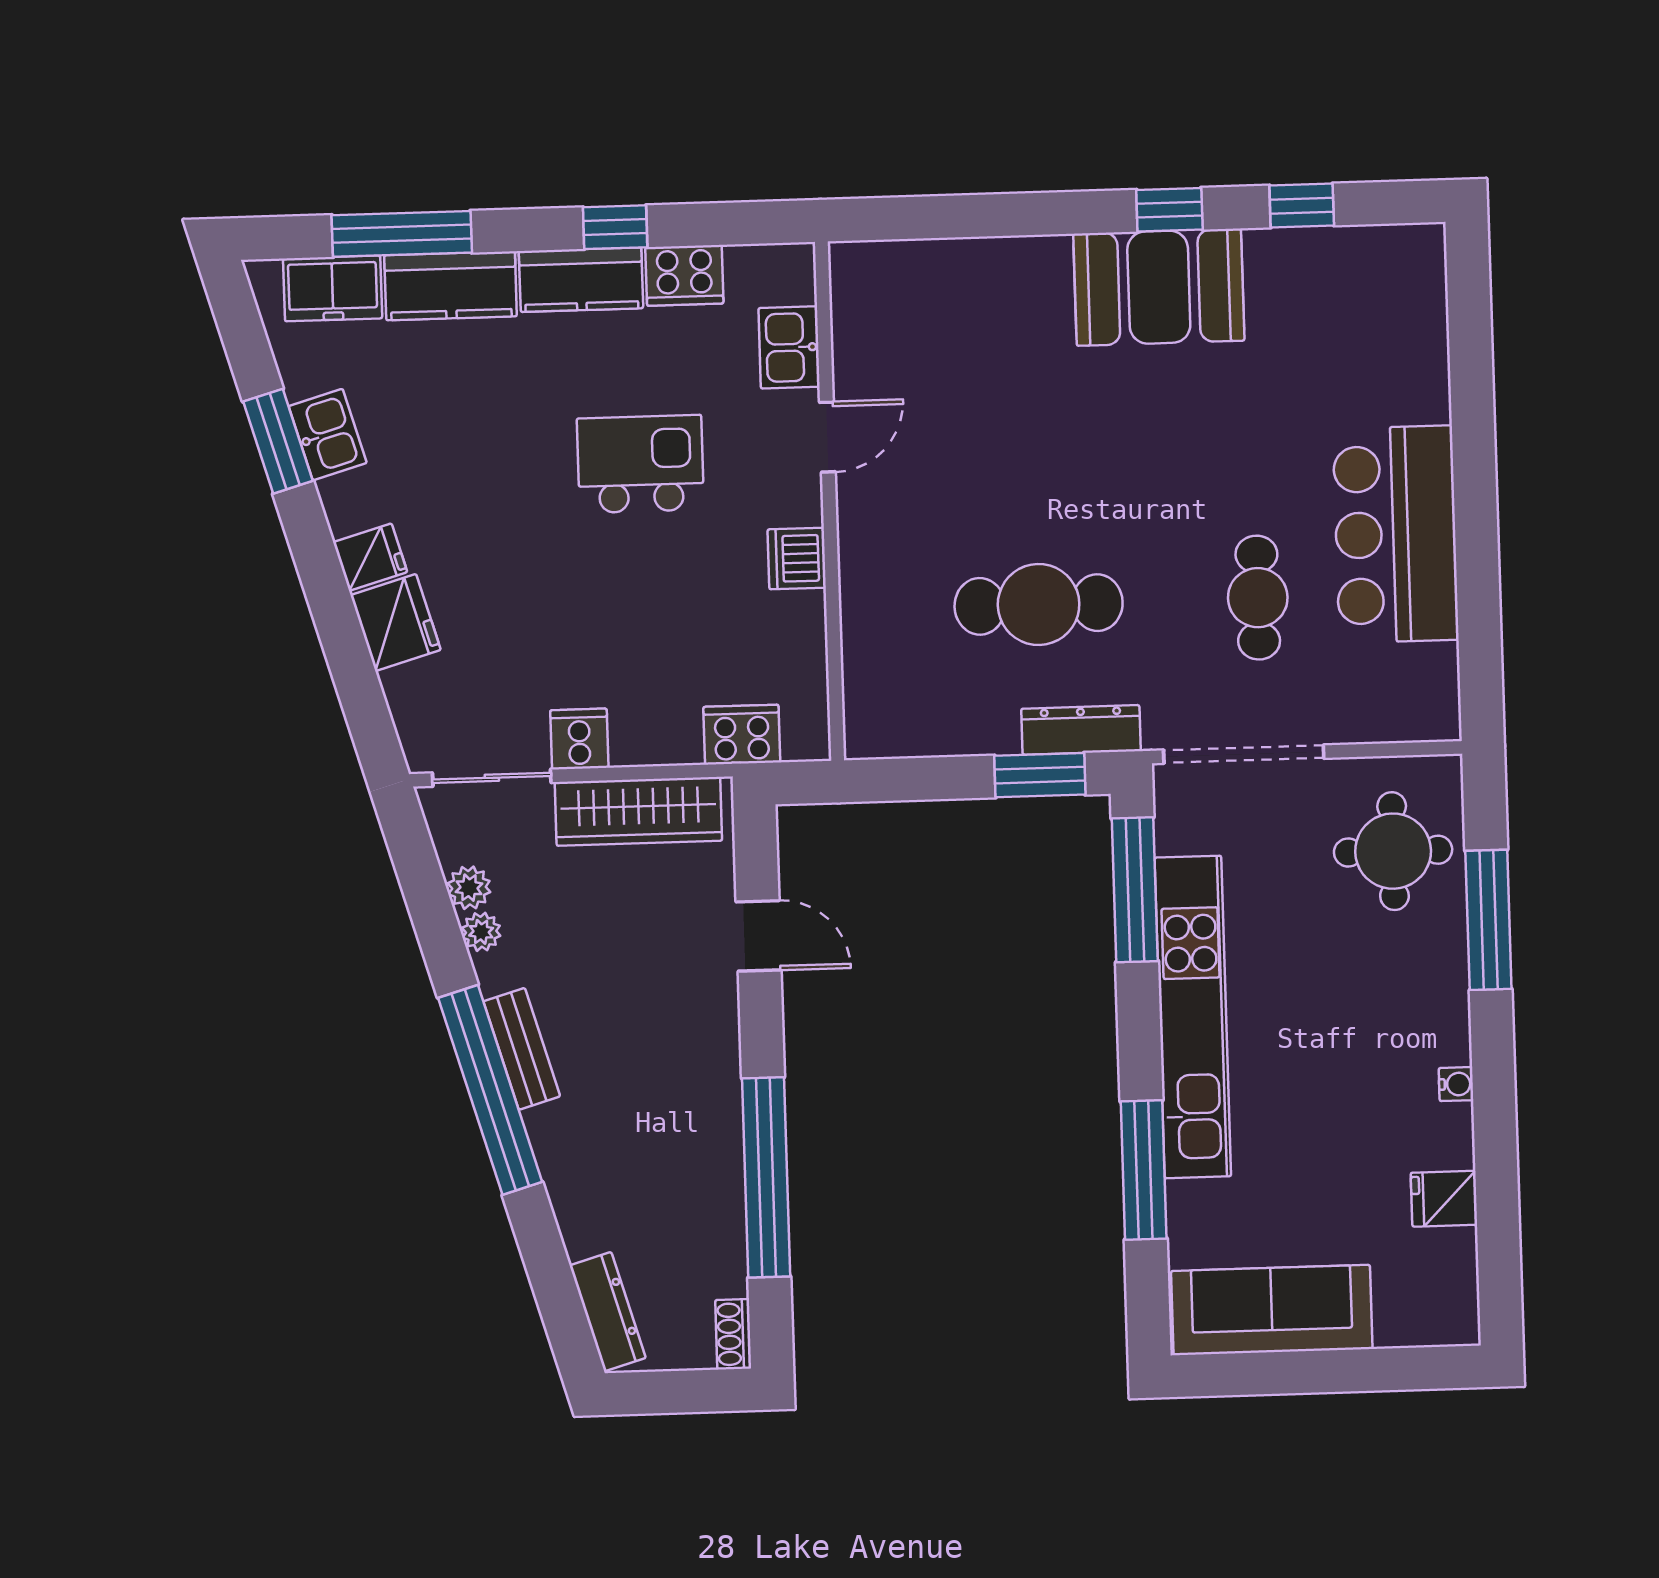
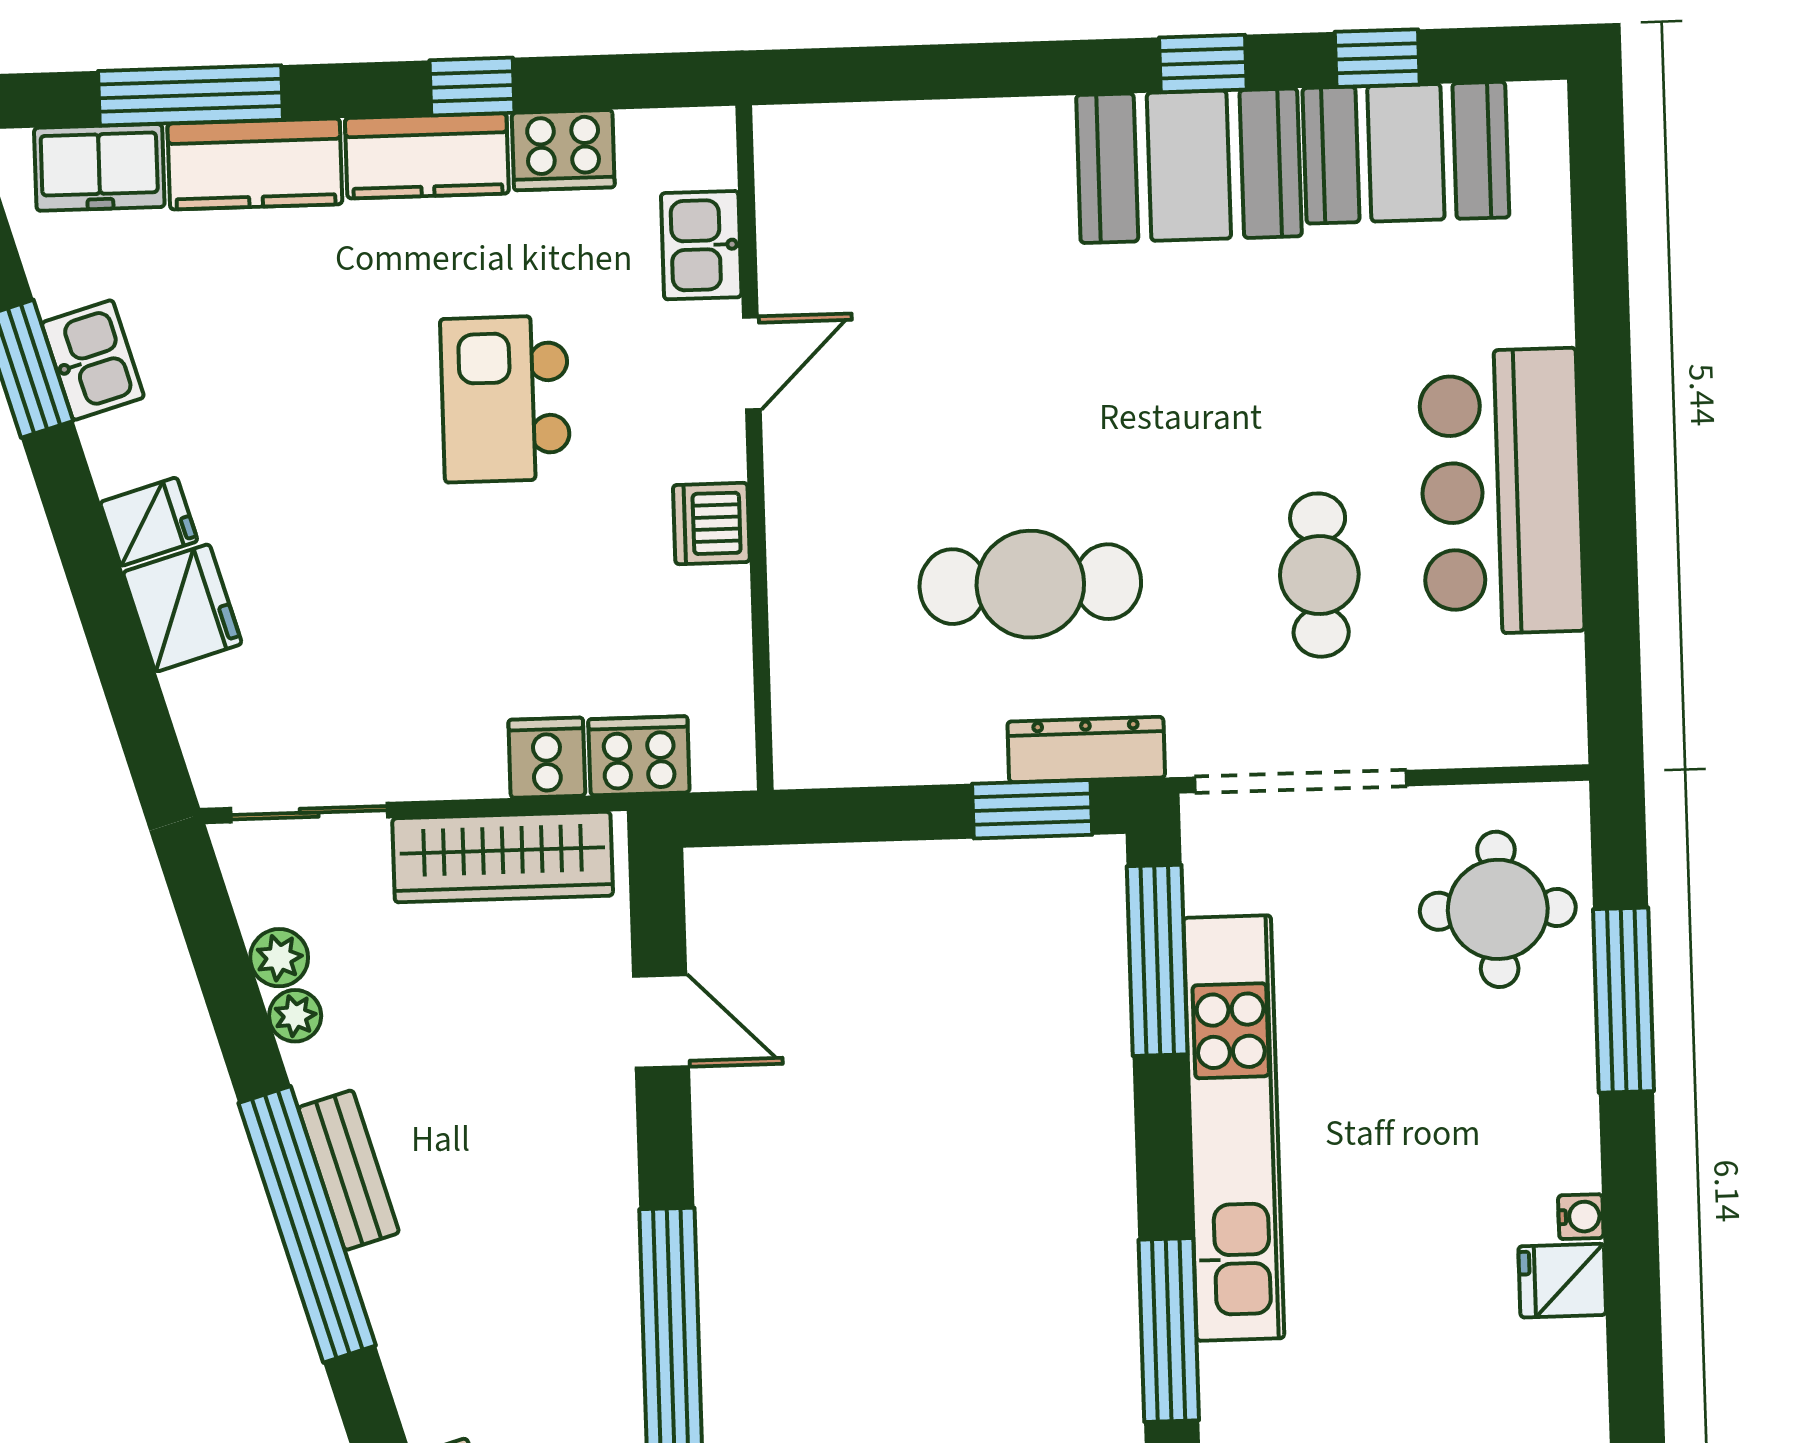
booth: (1323, 277) -> (1406, 153), added
kitchen island: (640, 464) -> (505, 399), turned -90
cooker: (579, 739) -> (547, 758), moved
fridge: (1444, 1199) -> (1562, 1281), moved

